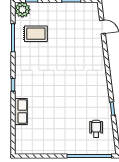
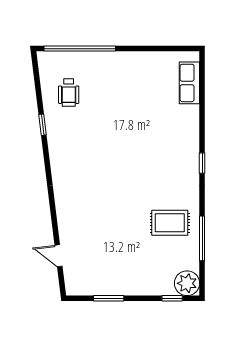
rug: (36, 34) -> (170, 223), moved
row of seats: (21, 112) -> (189, 83), moved

